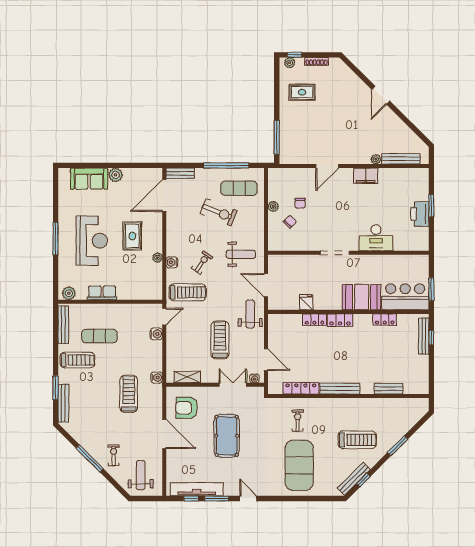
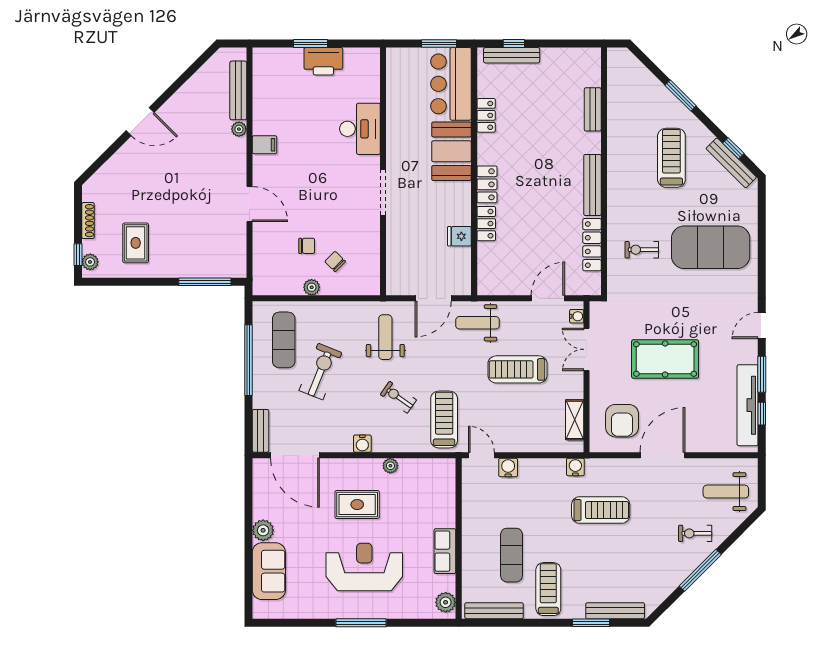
filing cabinet: (366, 176) -> (265, 145), width x0.50
water cooler: (172, 262) -> (362, 444), moved
treadmill: (129, 394) -> (601, 510), turned 180

